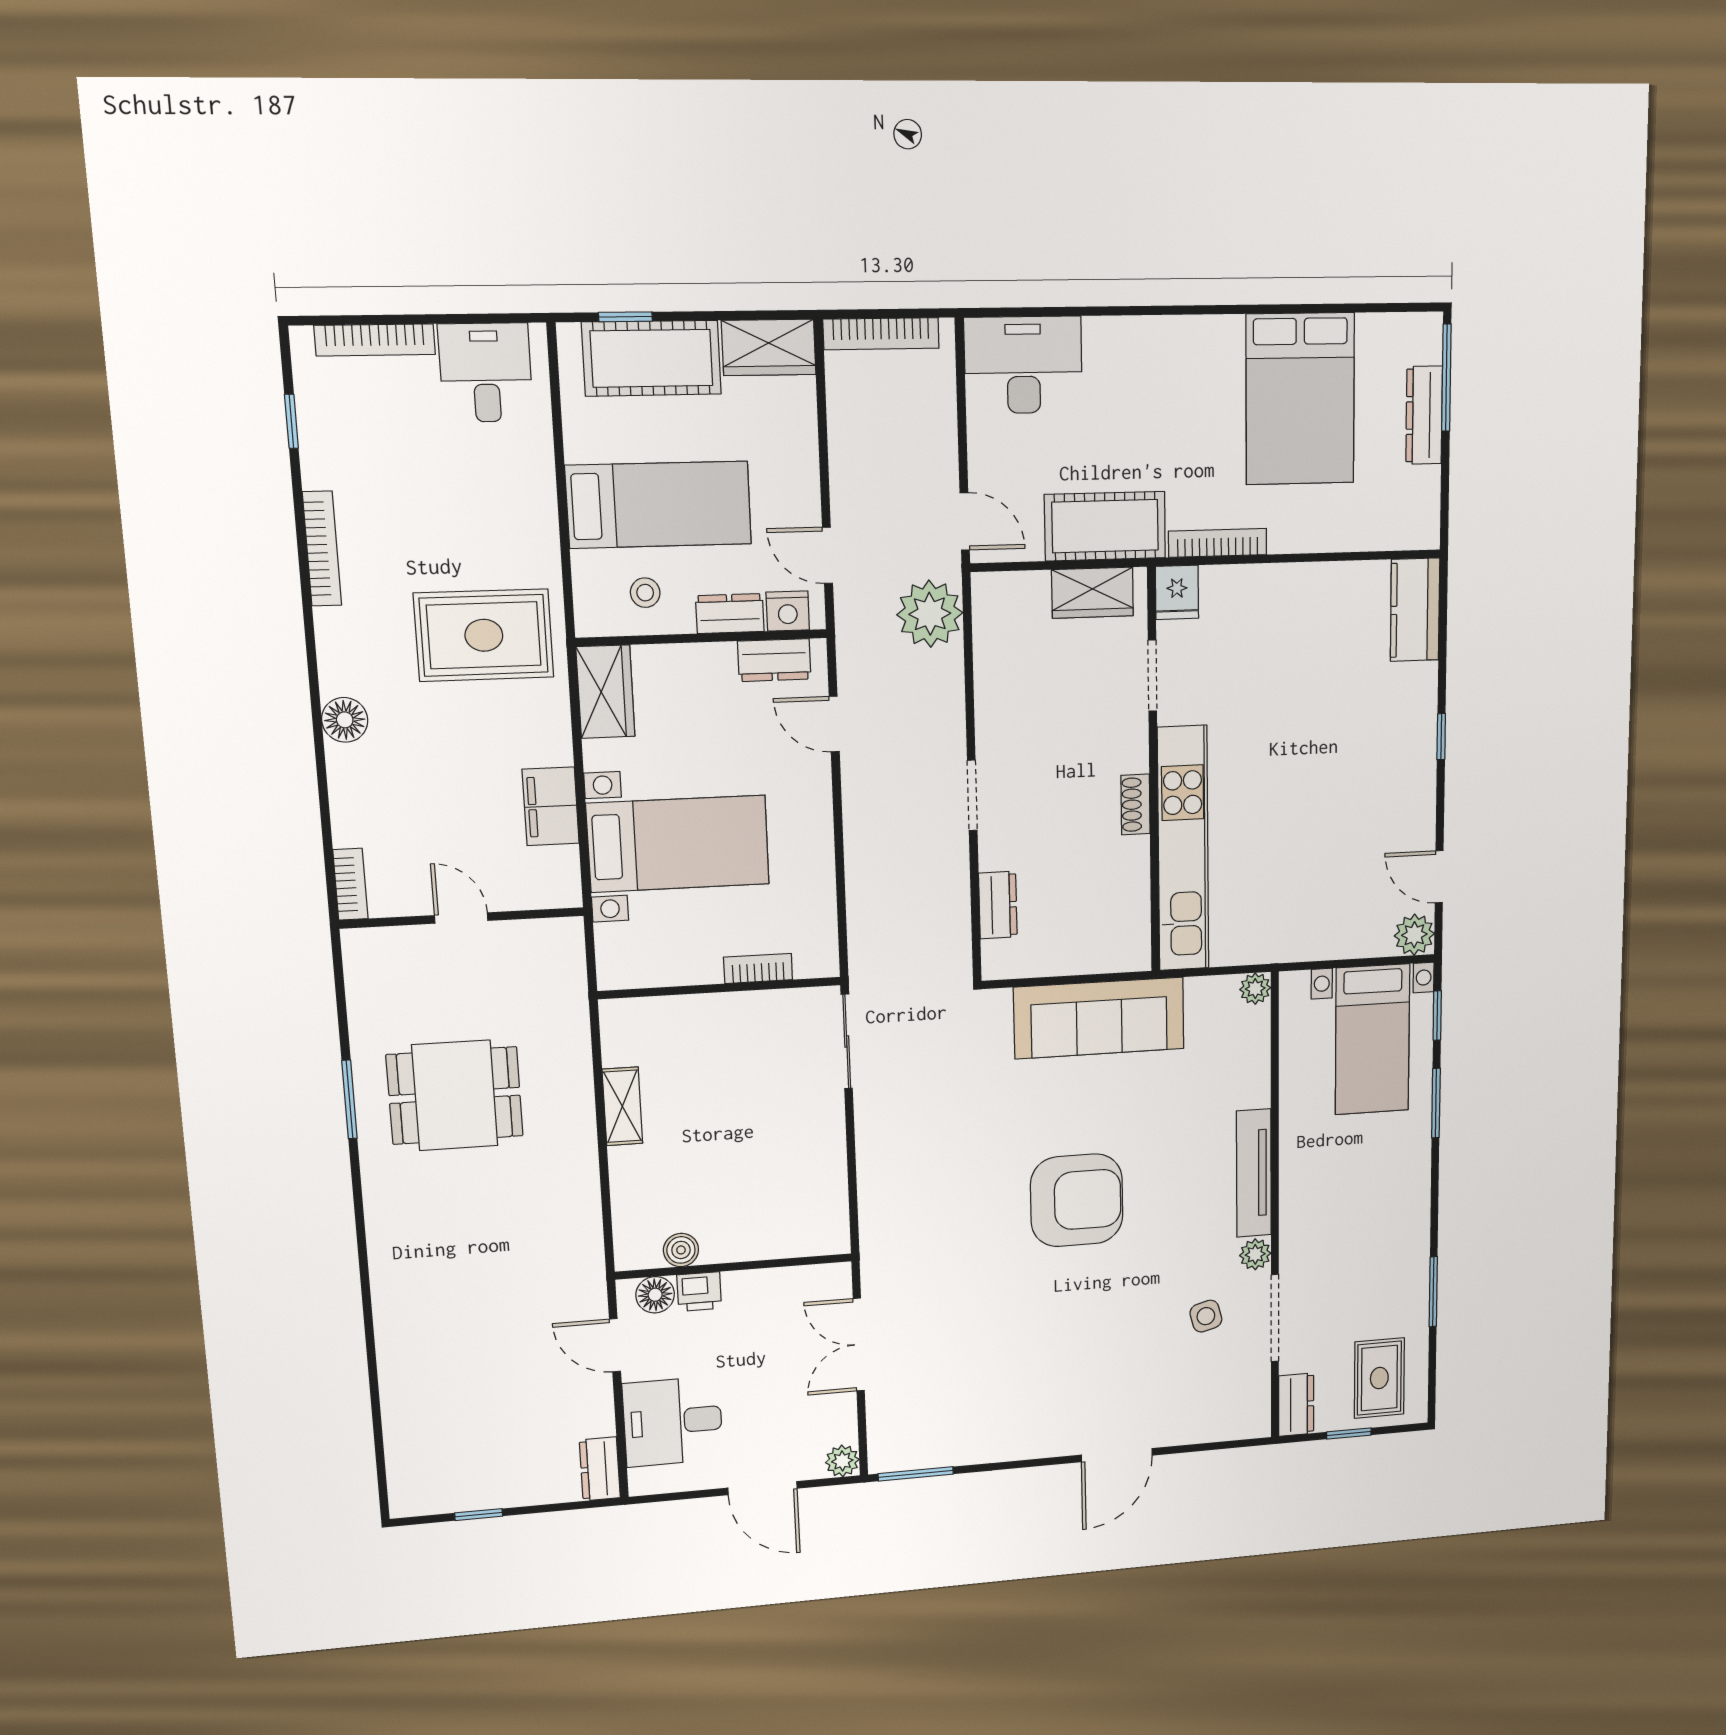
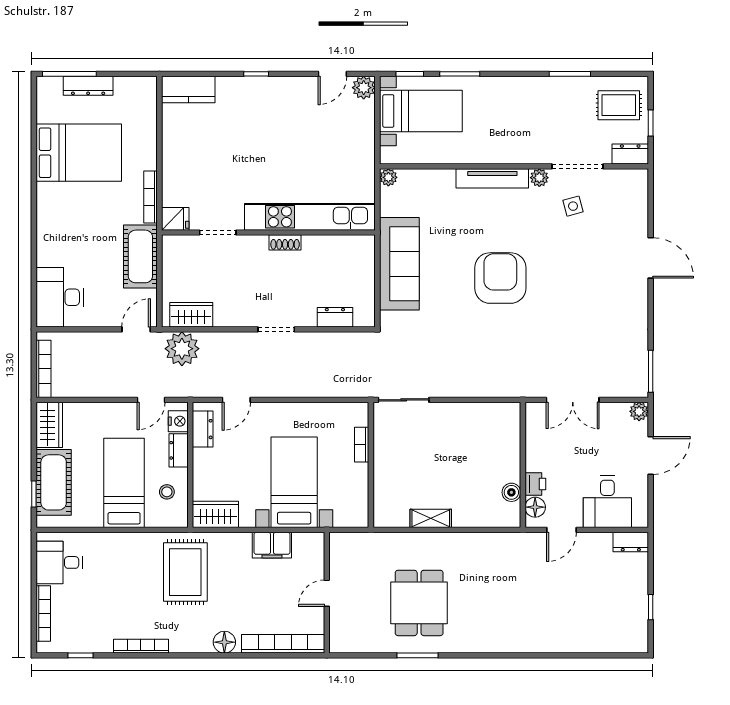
wardrobe: (1093, 593) -> (191, 315), moved, turned -90
bookcase: (350, 884) -> (283, 644), width x2.31, depth x1.31

